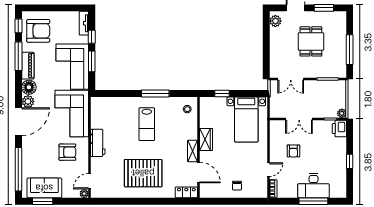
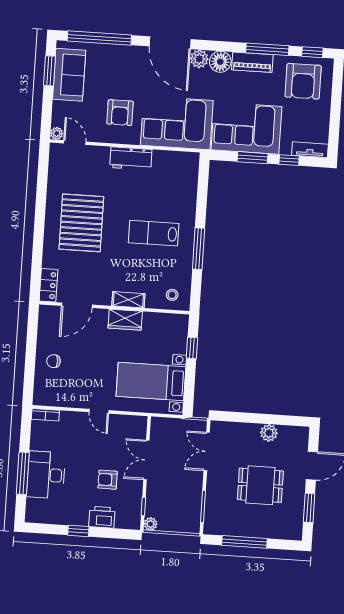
plant: (275, 21) -> (269, 433), moved
printer: (339, 129) -> (102, 517), moved
shelving: (192, 151) -> (128, 300), moved
armchair: (293, 151) -> (108, 480), moved
door: (268, 170) -> (99, 411), moved

